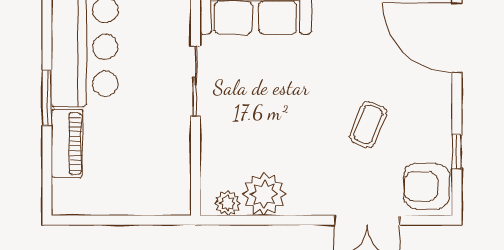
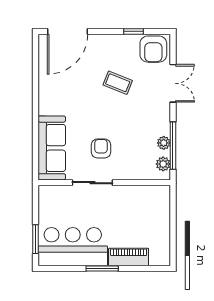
armchair: (254, 96) -> (101, 148), added
plant: (264, 194) -> (164, 143), width x0.53, depth x0.53
window: (260, 220) -> (173, 146), added

